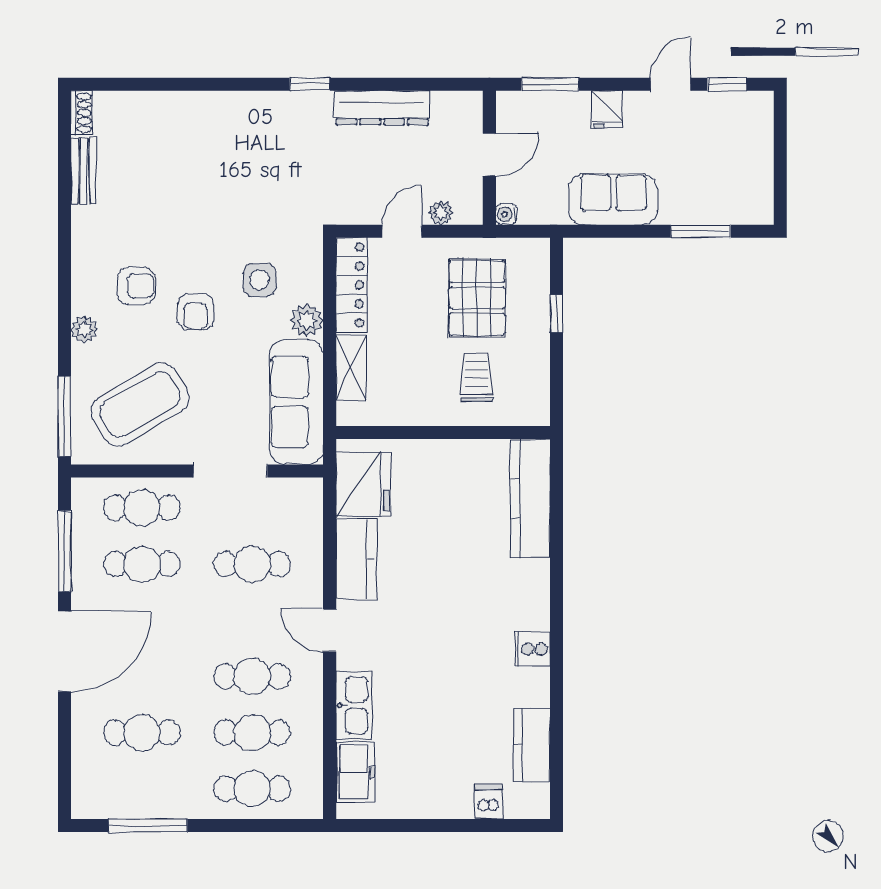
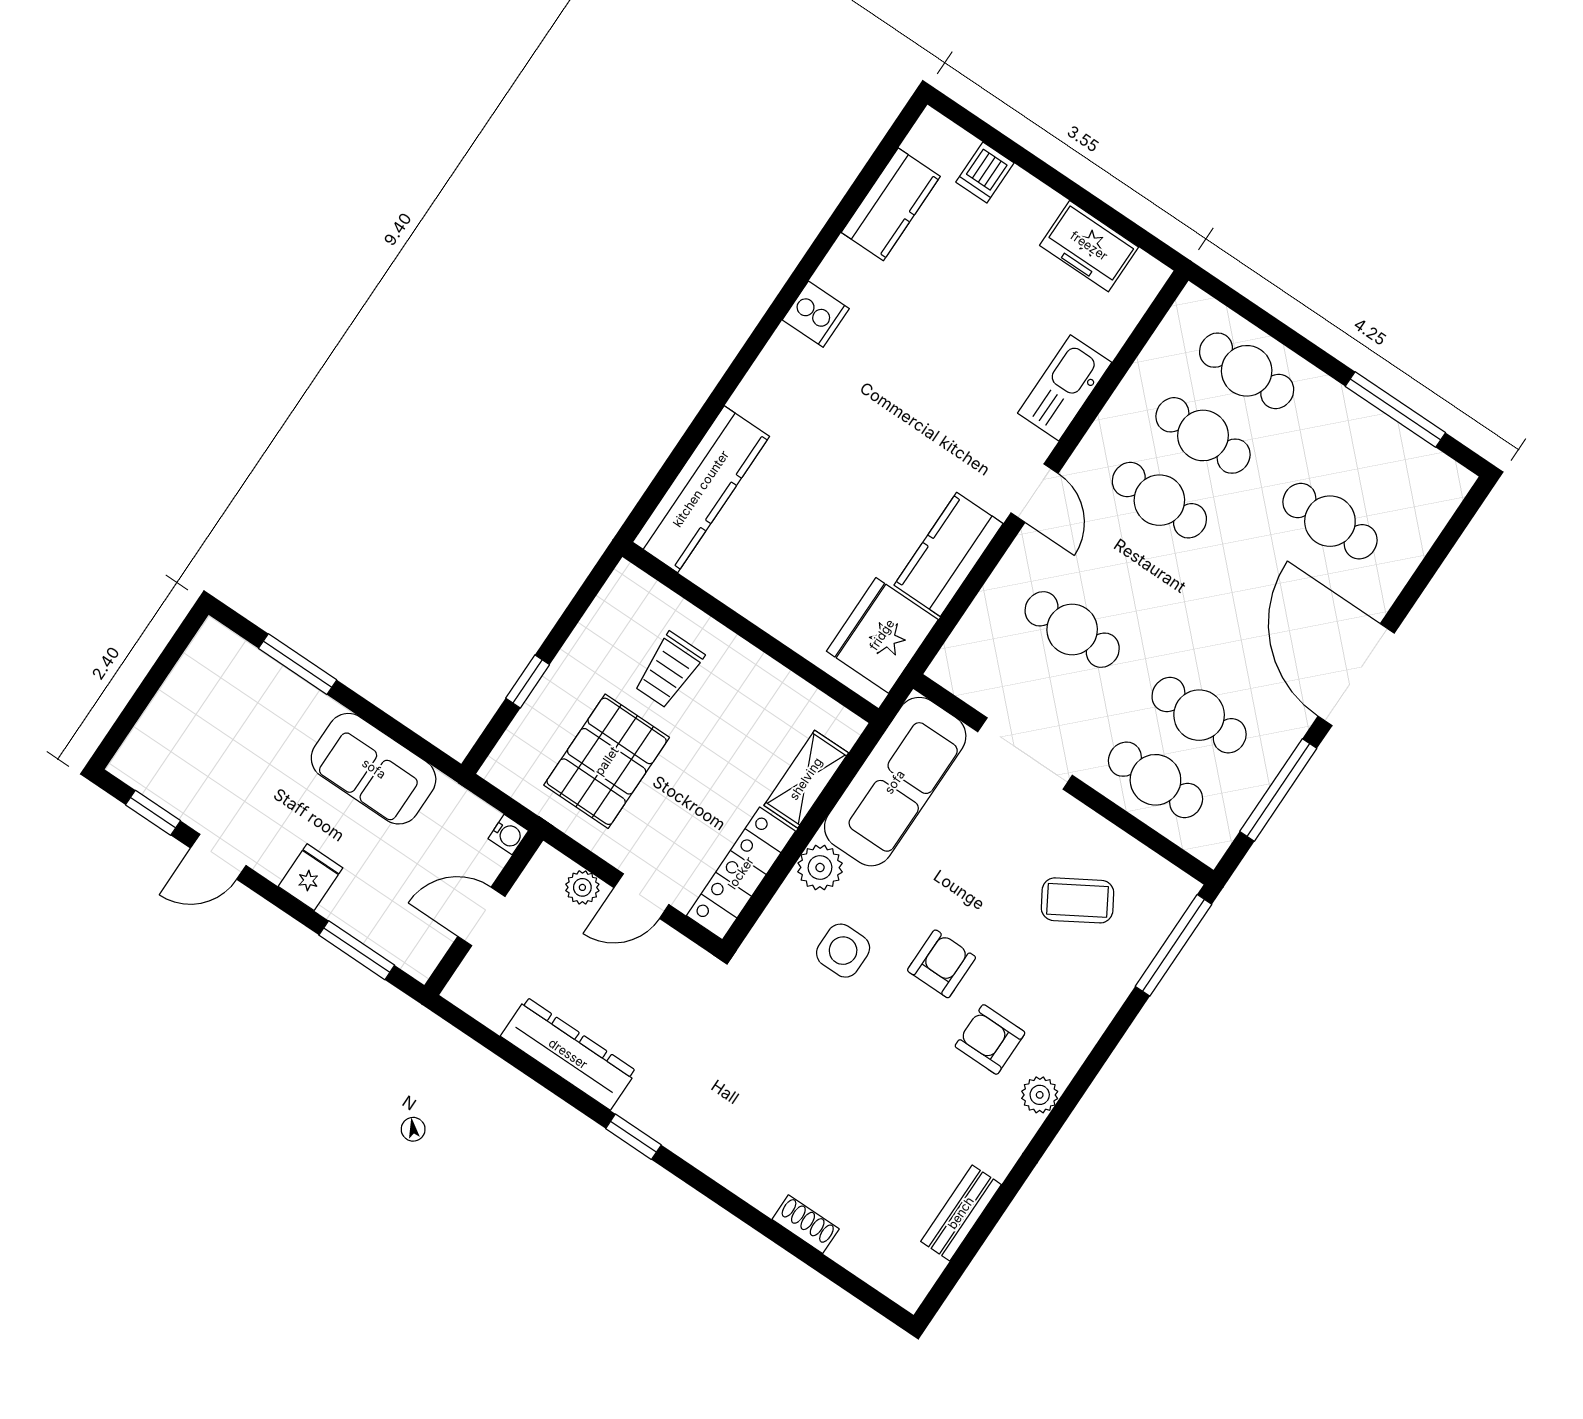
shoe rack: (82, 113) -> (806, 1224), moved, turned 90
plant: (84, 329) -> (1040, 1095), moved
coffee table: (140, 404) -> (1078, 900), width x0.54, depth x0.58
door: (64, 651) -> (1356, 675), hinge flipped
freezer: (356, 772) -> (1089, 246), moved, turned -90

